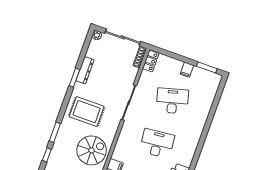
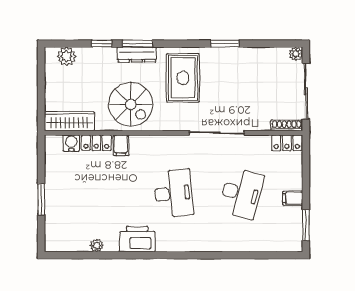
dresser: (85, 70) -> (137, 55), moved
desk: (172, 101) -> (241, 193), turned 30

